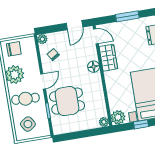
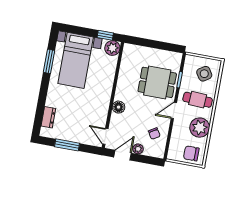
plant: (42, 39) -> (138, 149), moved
wardrobe: (108, 58) -> (101, 111), removed
plant: (104, 122) -> (128, 48), removed
window: (141, 124) -> (105, 35), moved

